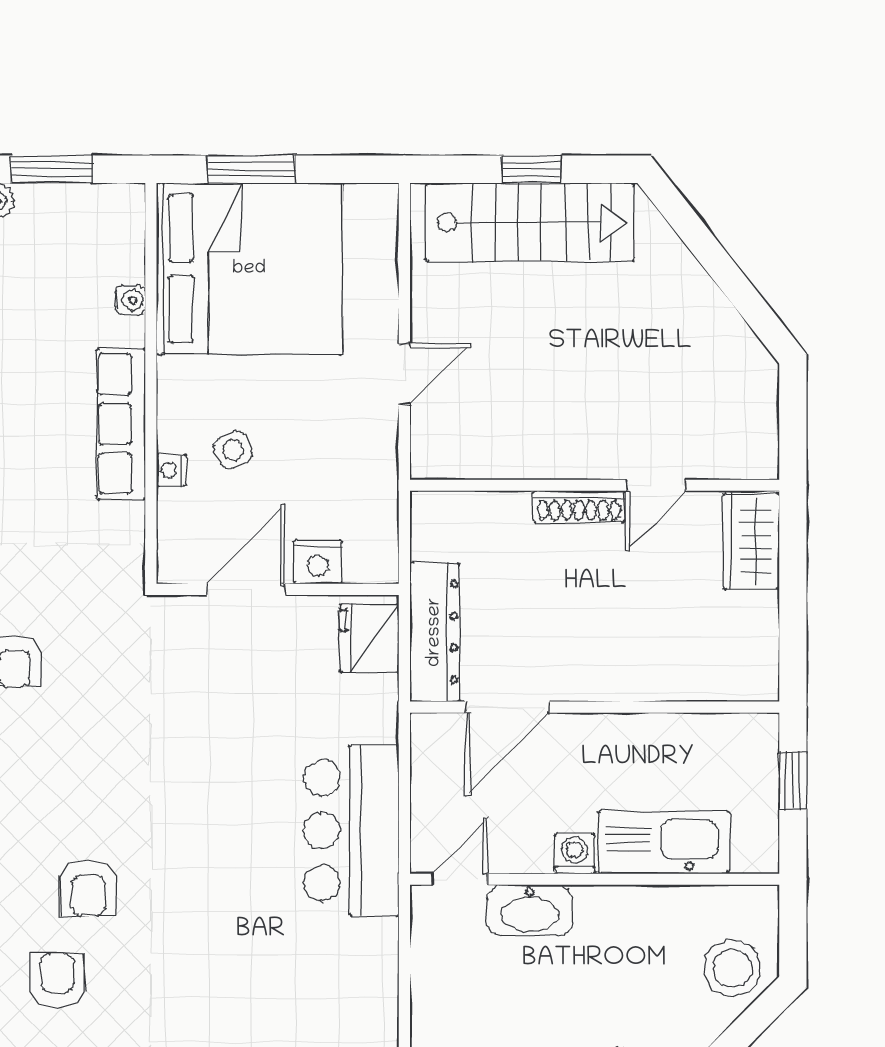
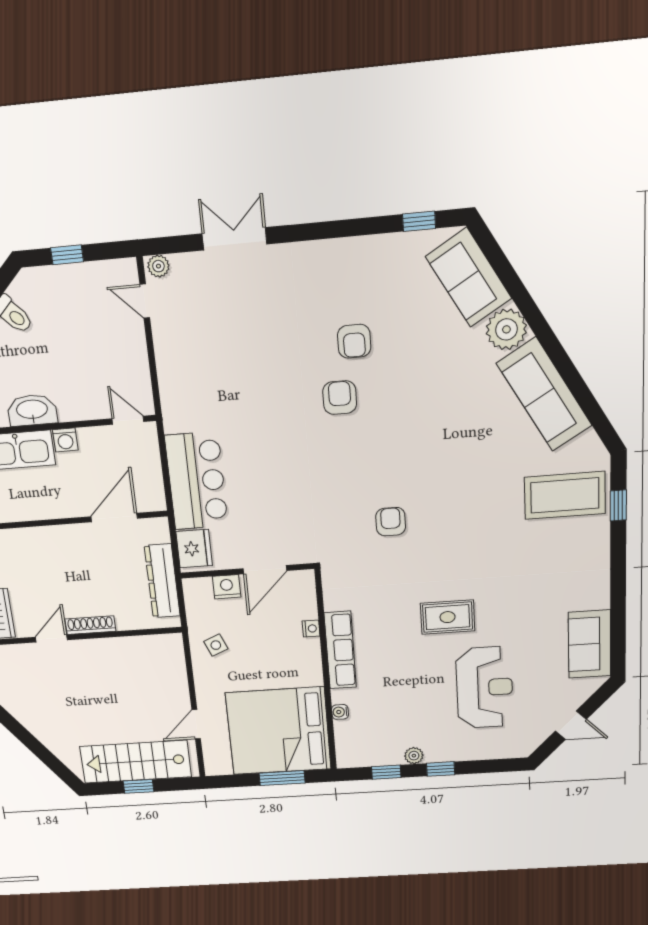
window: (51, 169) -> (386, 772), width x0.67
door: (404, 374) -> (196, 724), moved
side table: (233, 450) -> (216, 645), moved
dresser: (435, 632) -> (162, 581), moved
bar counter: (351, 831) -> (196, 481), moved
door: (459, 879) -> (128, 420), swing flipped
washbasin: (530, 911) -> (32, 410), moved

